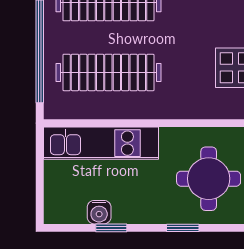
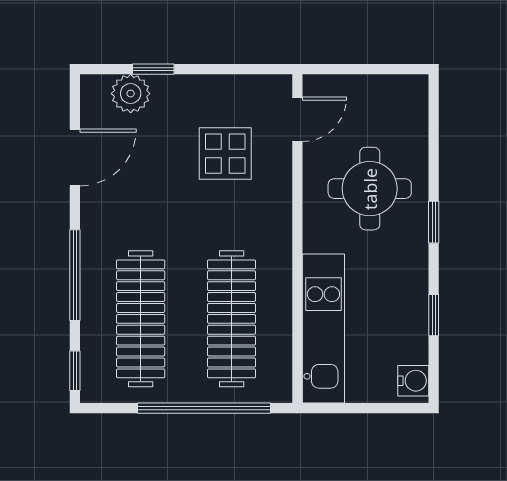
water cooler: (99, 212) -> (413, 381), moved

